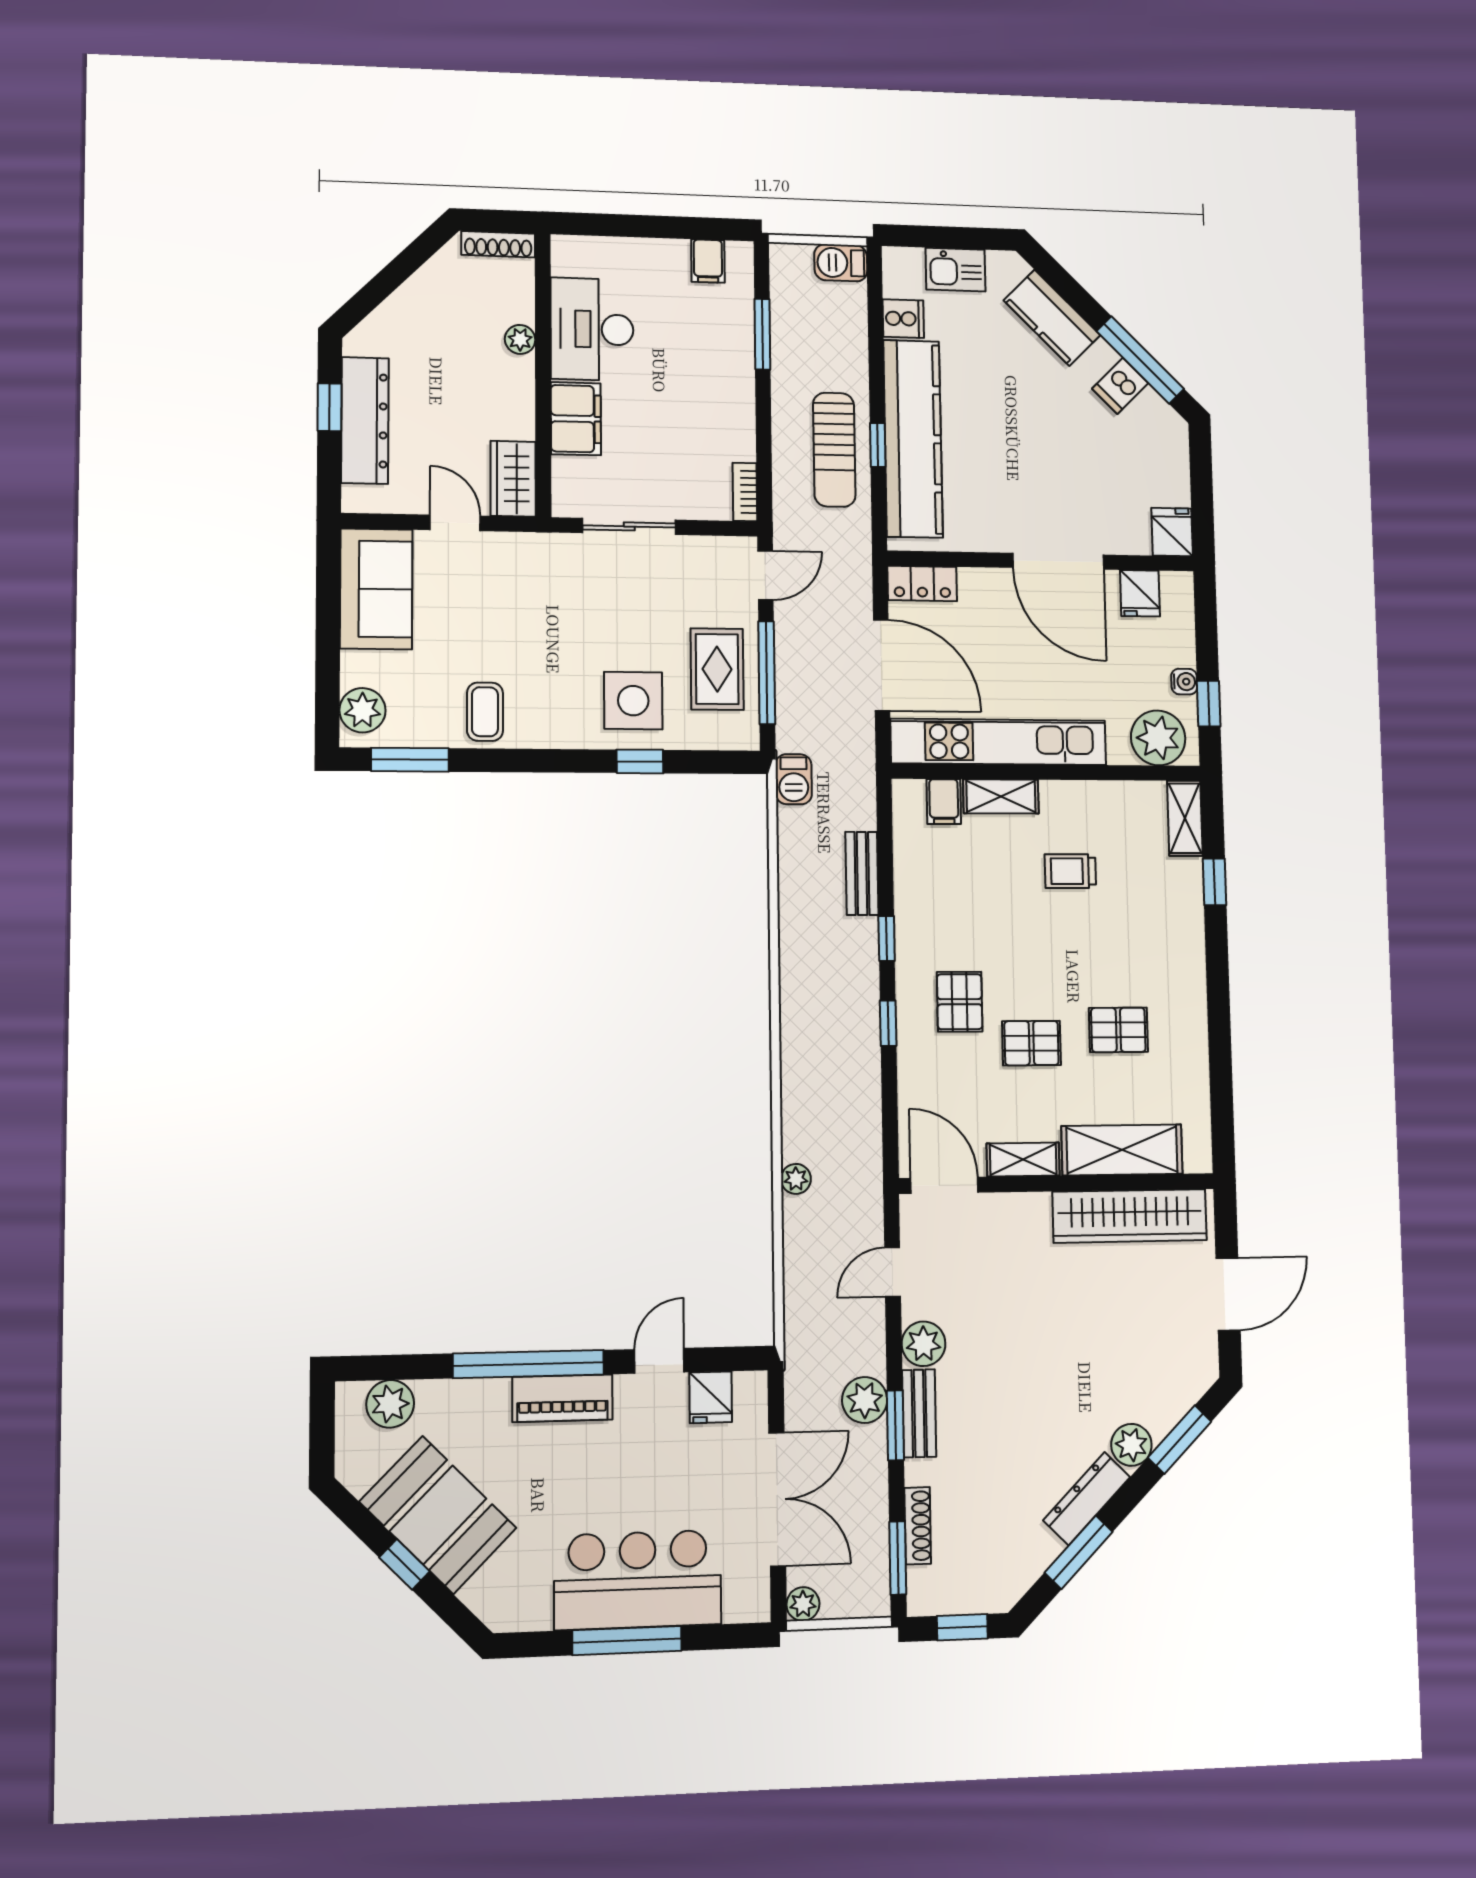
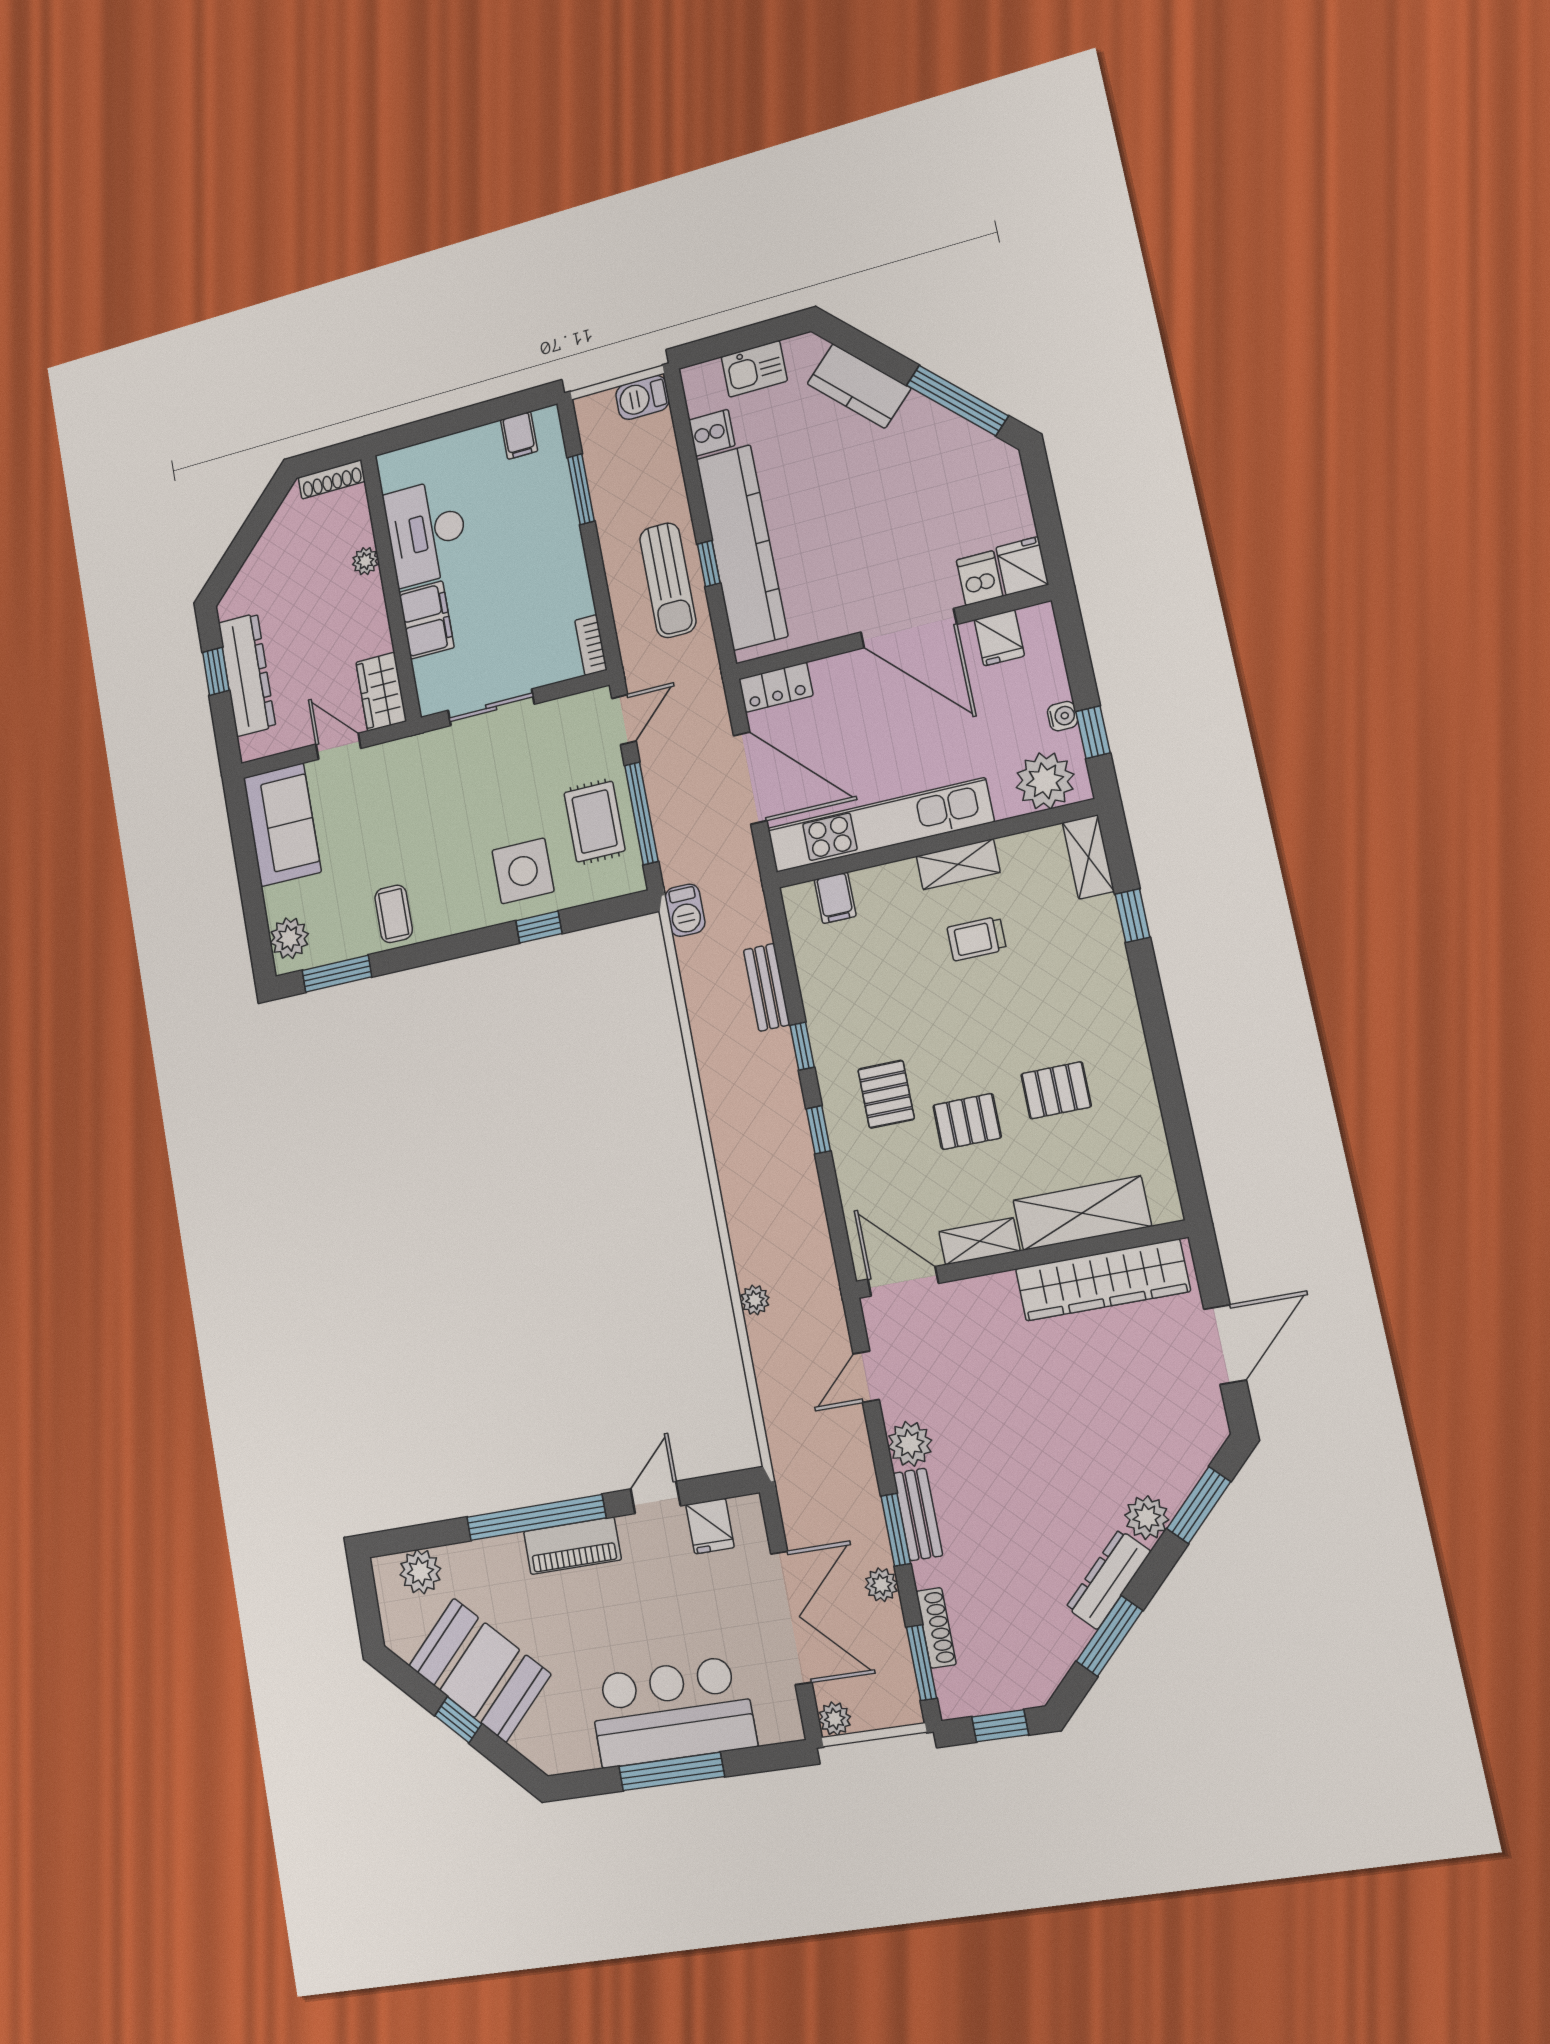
dishwasher: (1120, 386) -> (980, 578), moved, turned 135
shelving: (1001, 796) -> (958, 864), moved
plant: (865, 1400) -> (881, 1585), moved, width x0.73, depth x0.73

